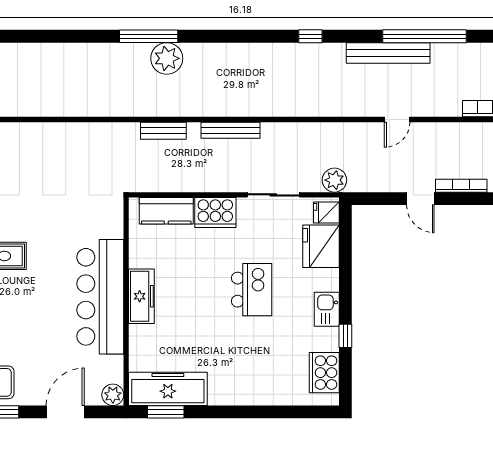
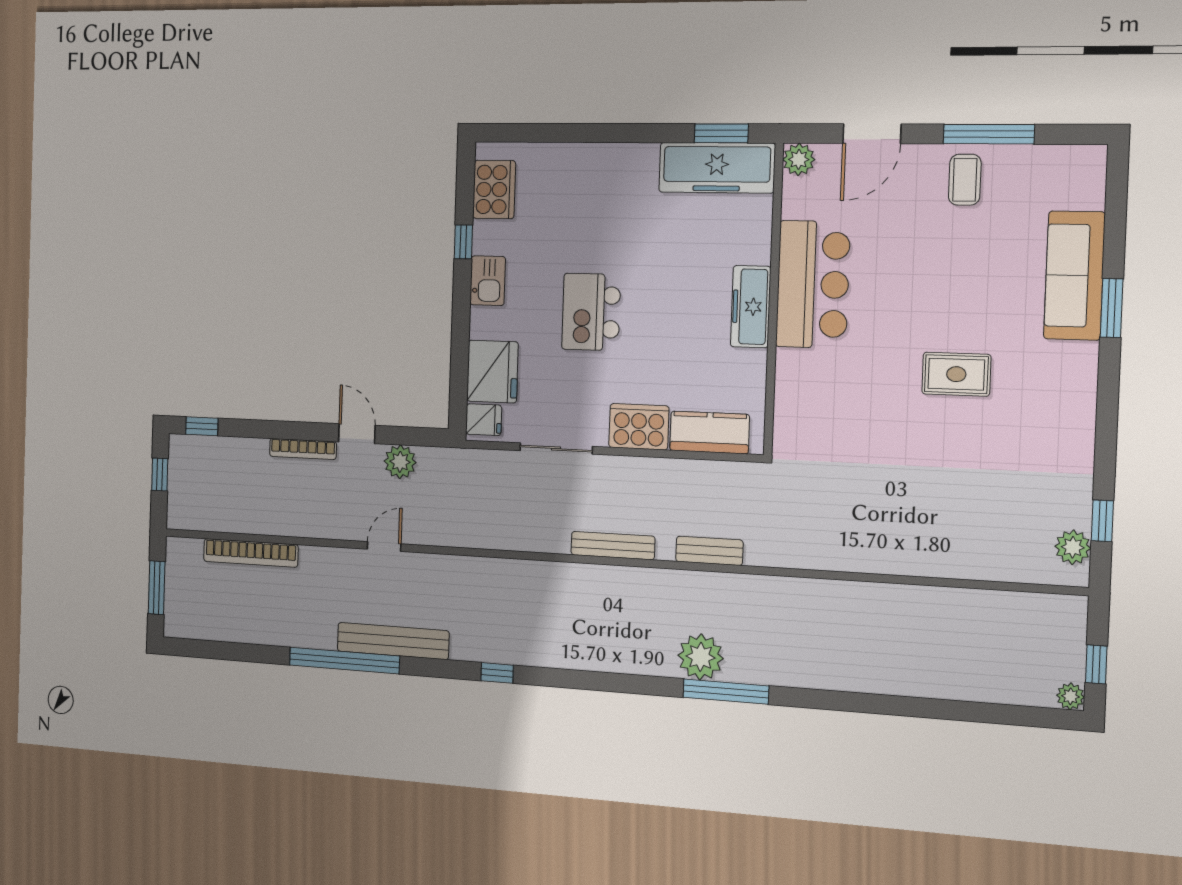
plant: (334, 180) -> (400, 462), moved
bar counter: (100, 297) -> (813, 284), width x0.73

